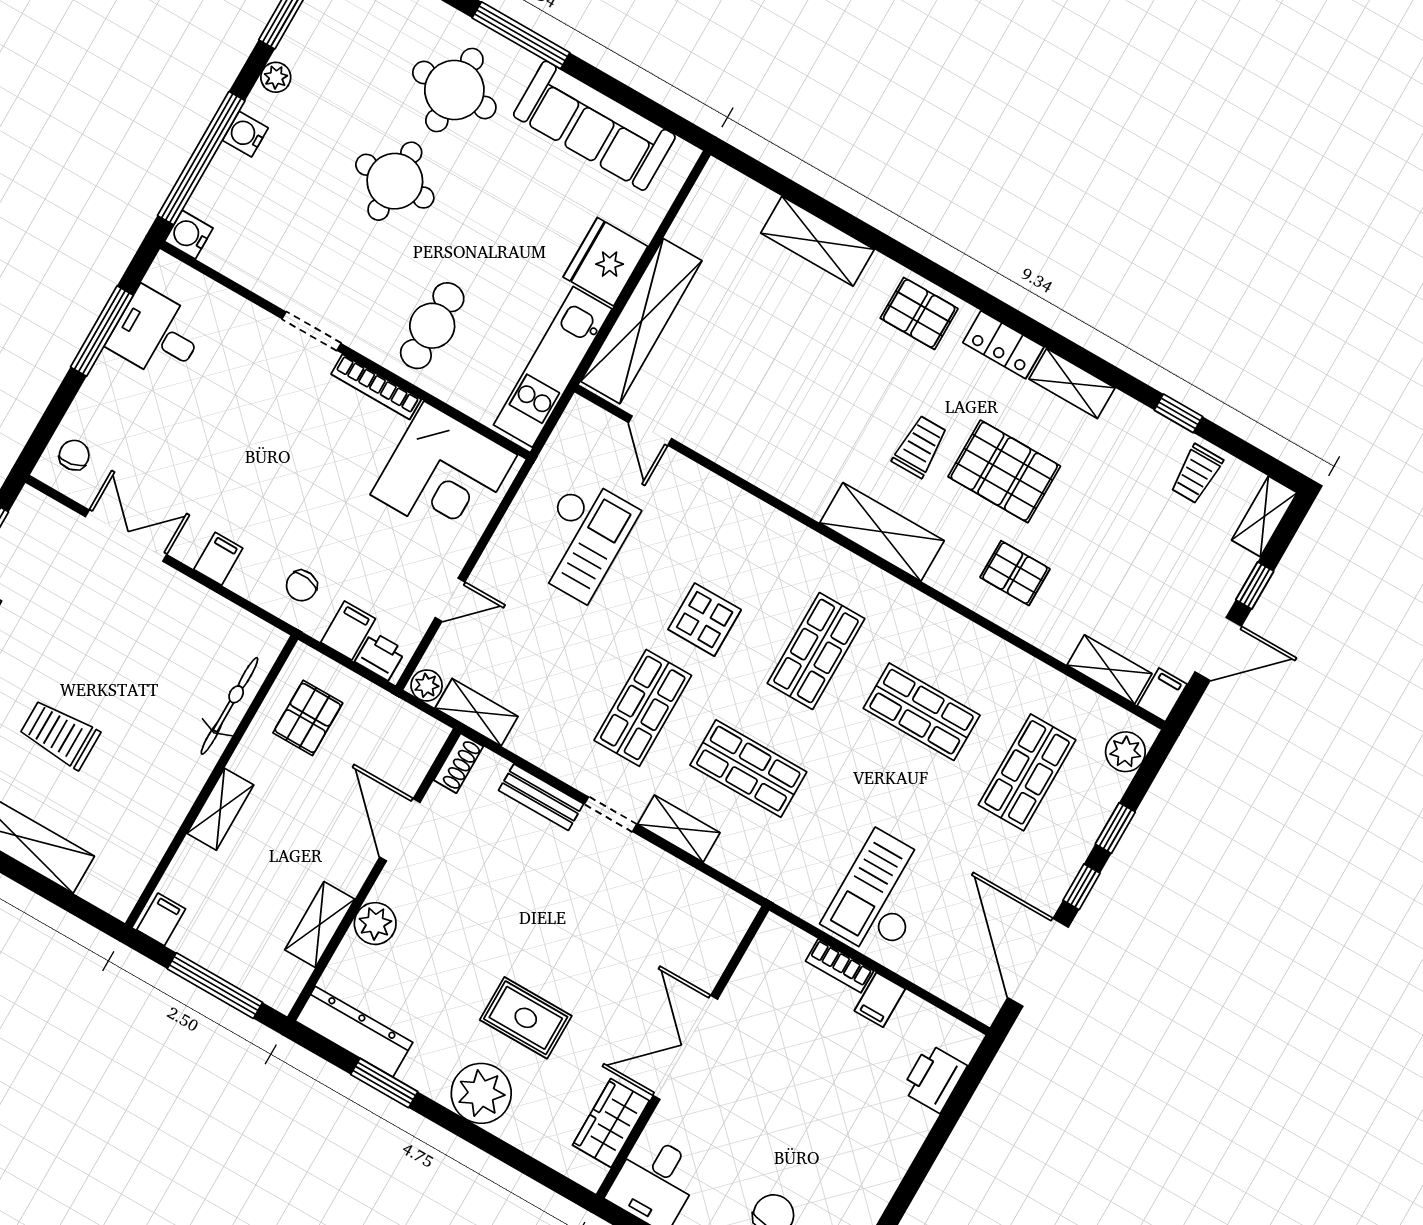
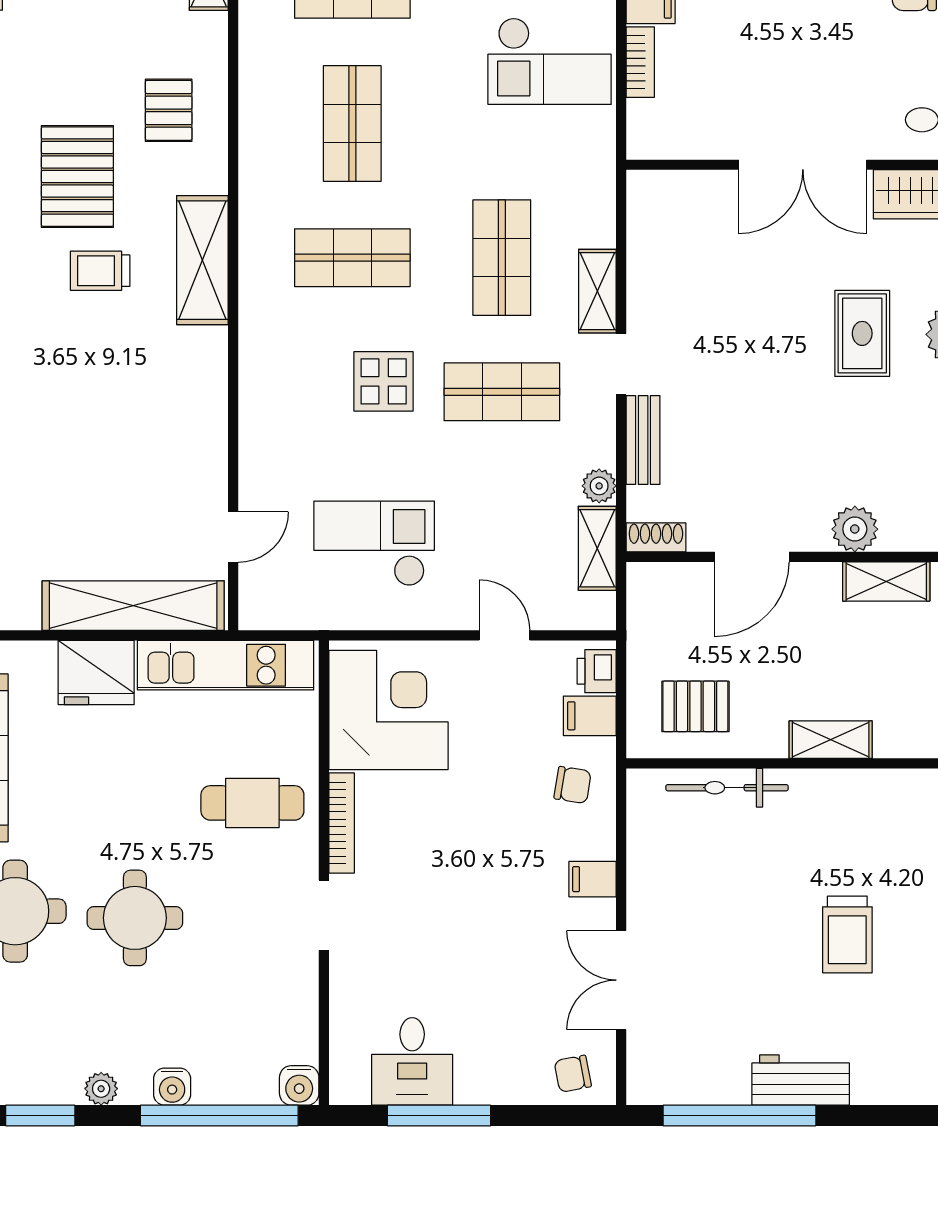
plant: (427, 685) -> (599, 486), moved

